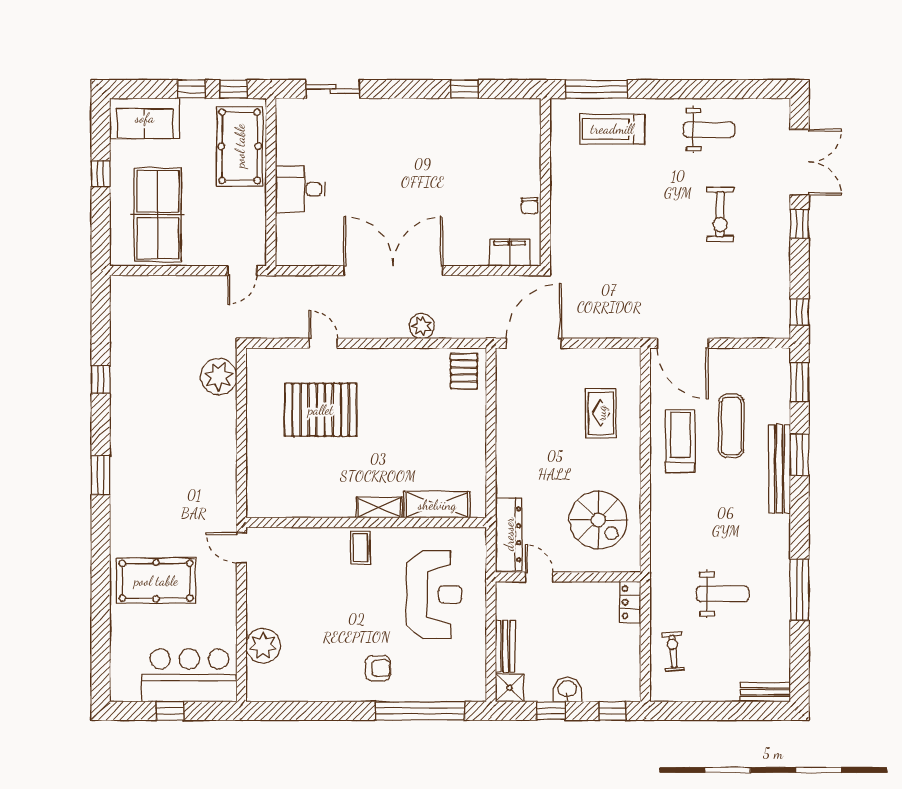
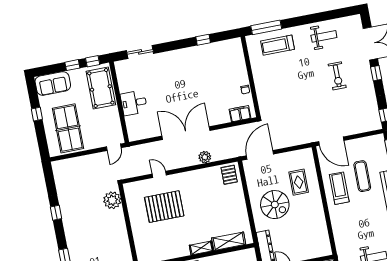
spiral stairs: (598, 520) -> (275, 205), moved

